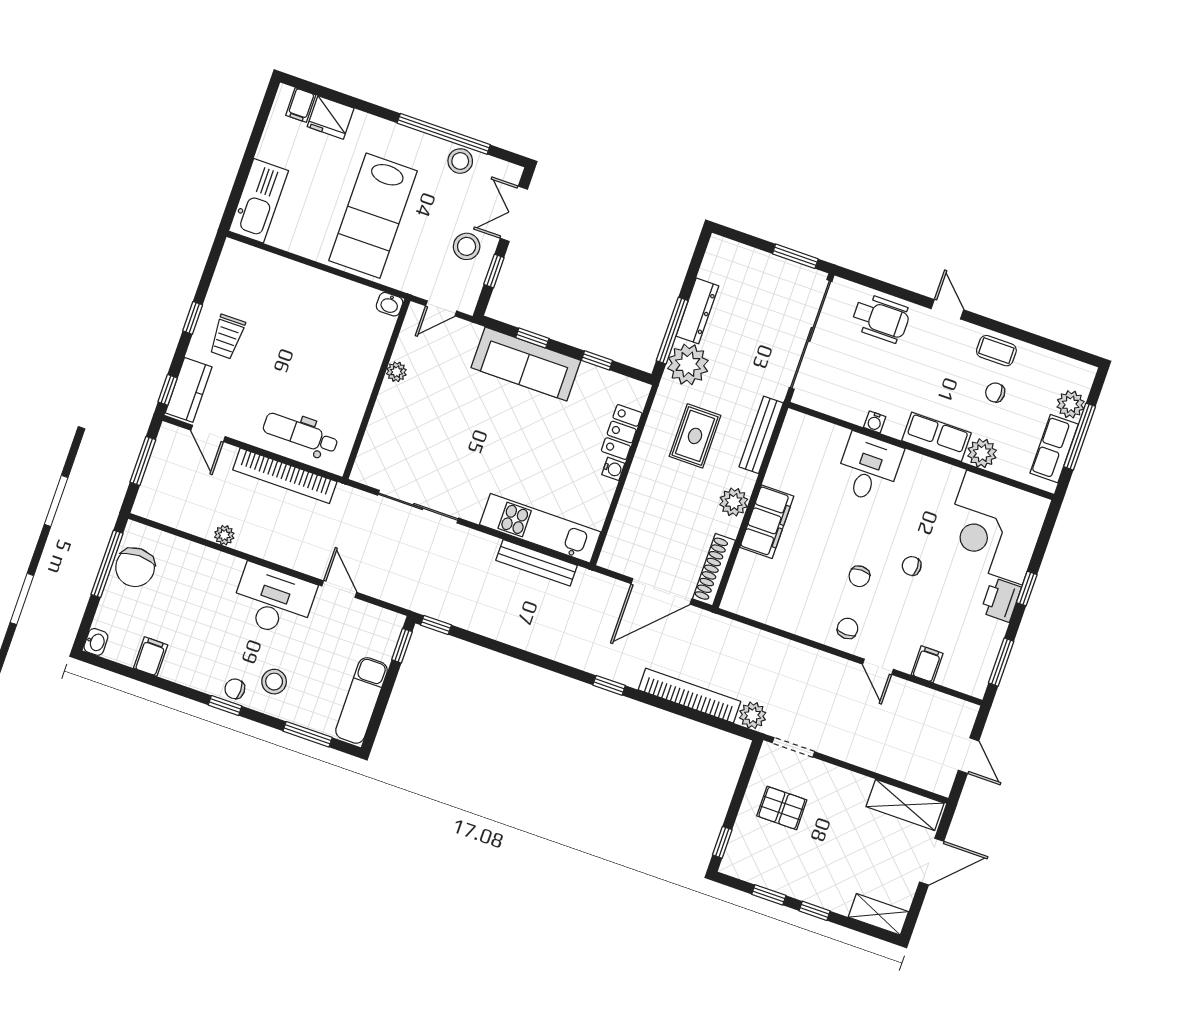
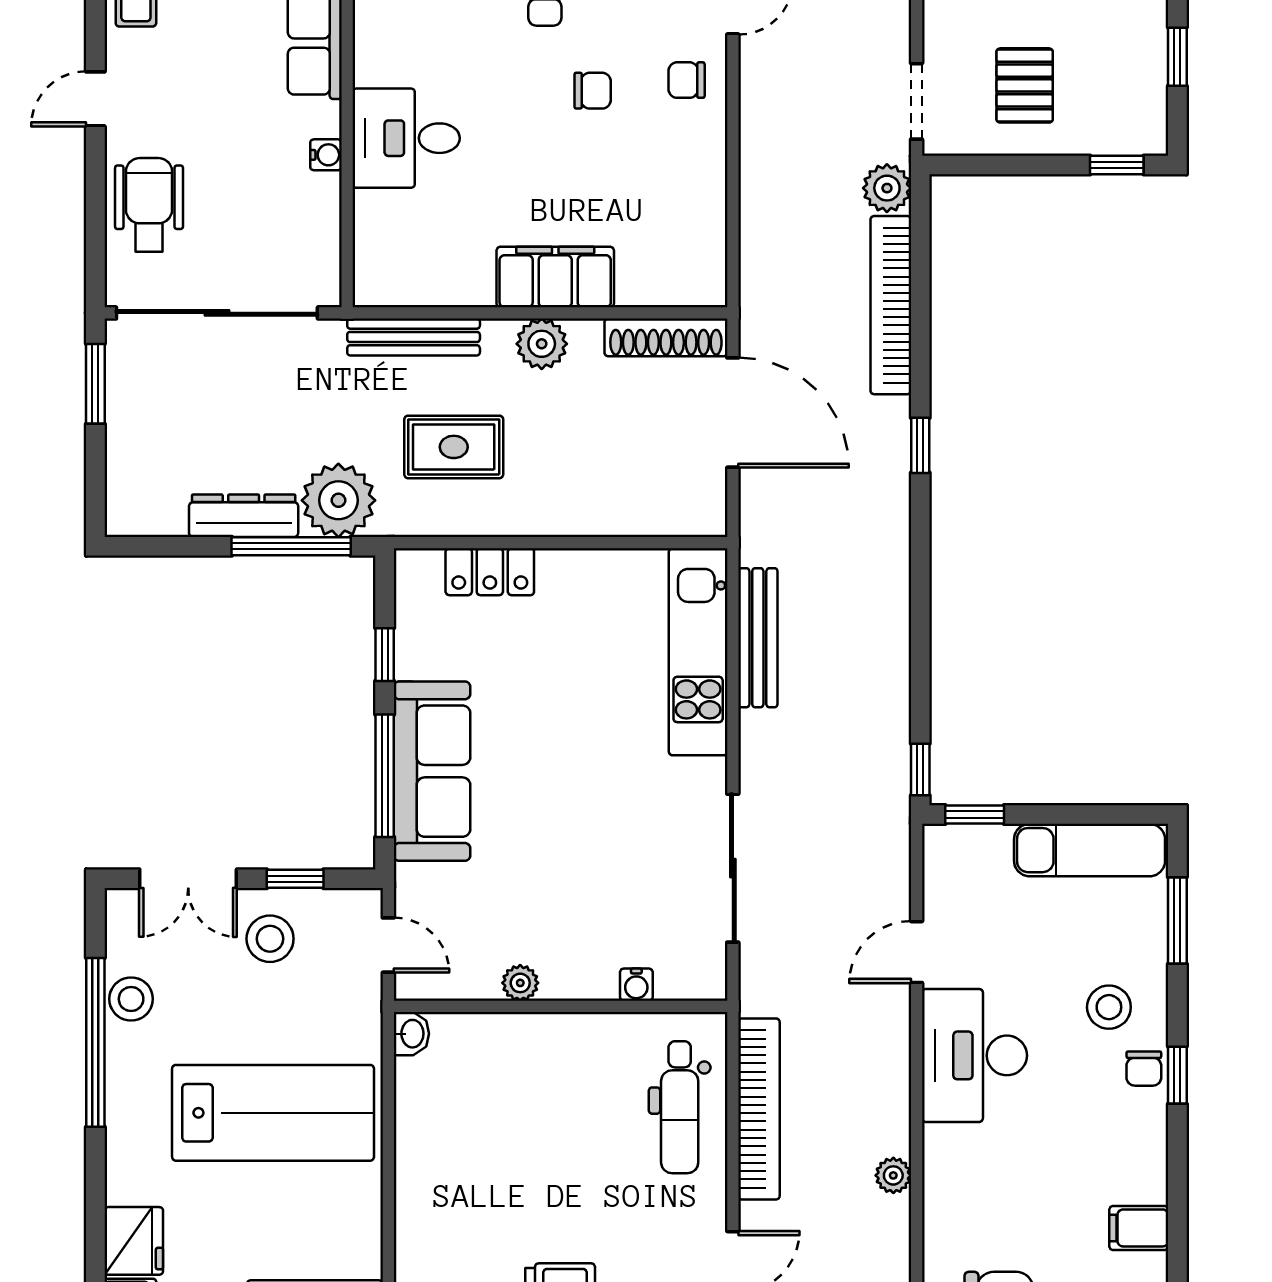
window: (532, 338) -> (385, 776), width x2.17
water cooler: (613, 469) -> (636, 985), moved, turned 180

